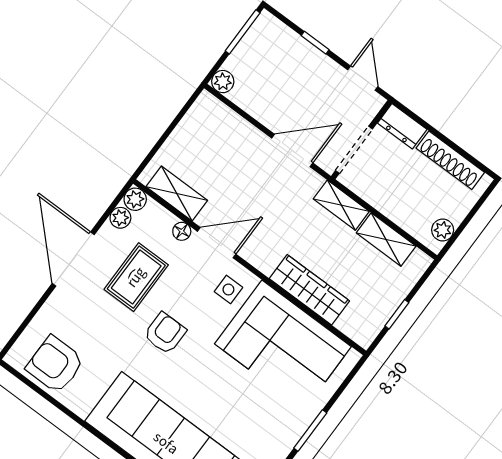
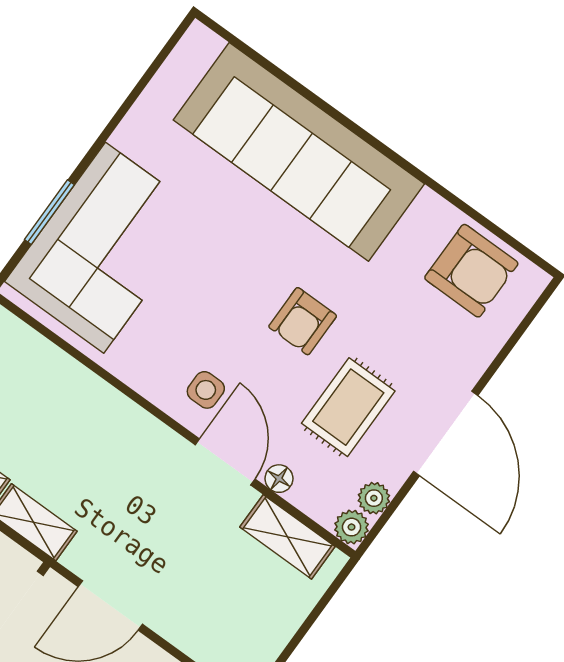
door: (217, 243) -> (225, 462), swing flipped
wardrobe: (309, 290) -> (81, 391), removed
corner sofa: (283, 345) -> (105, 248), moved, turned 90
window: (310, 430) -> (49, 212), moved

